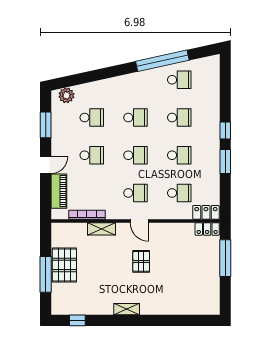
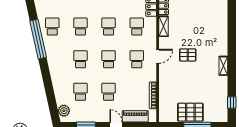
shelving: (102, 229) -> (163, 26), moved

